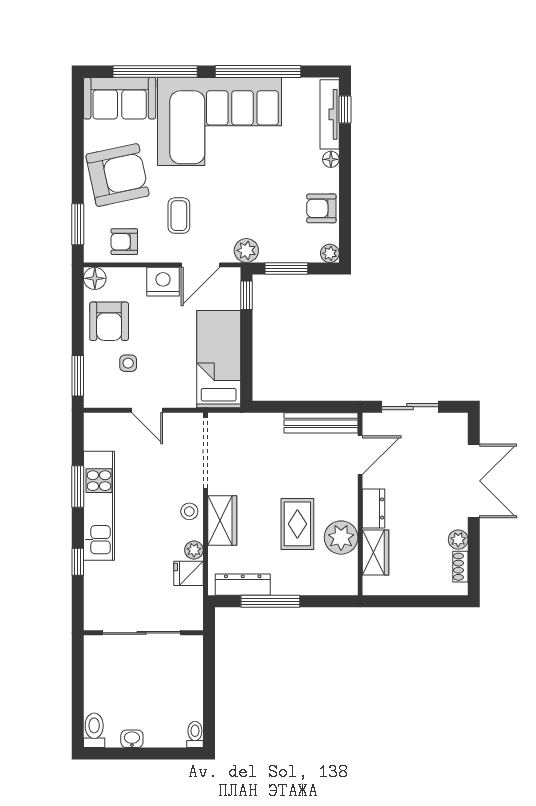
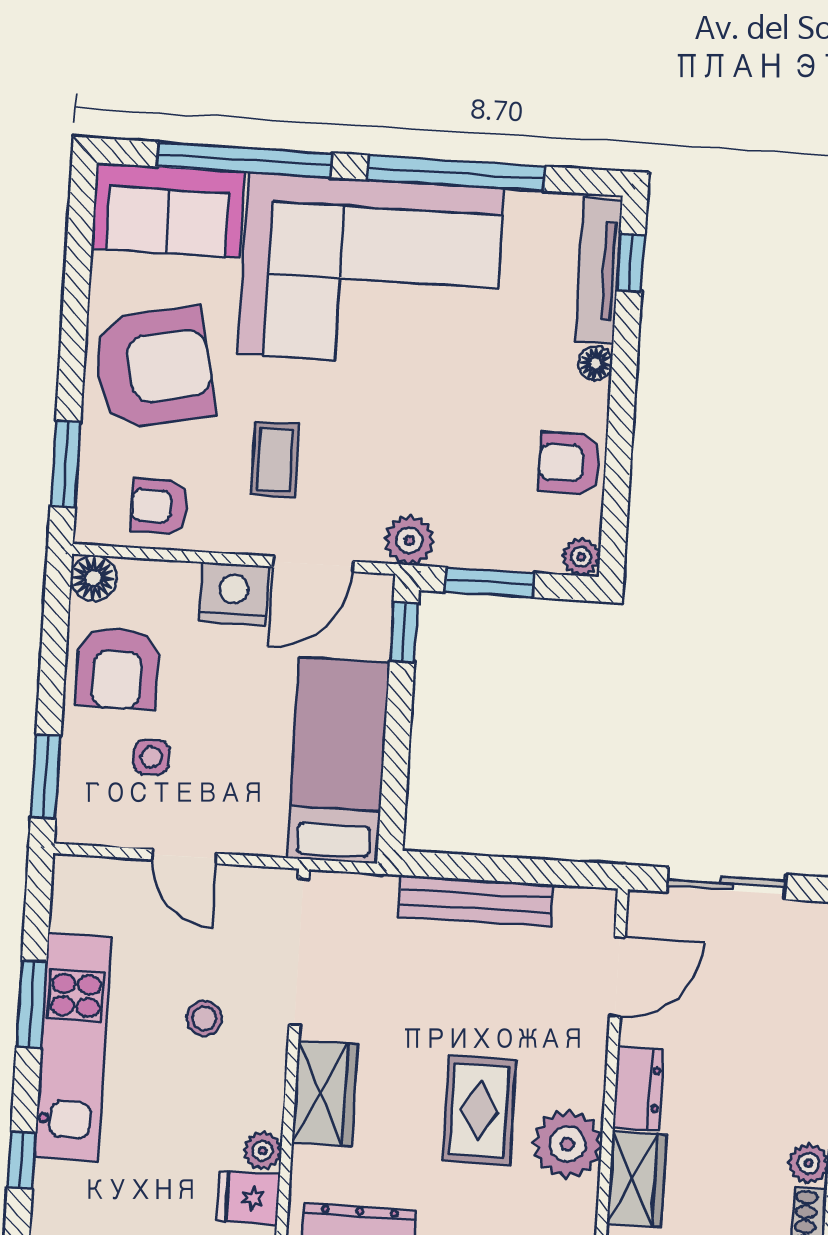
bench: (321, 423) -> (475, 901), moved
stool: (189, 511) -> (204, 1018), moved

